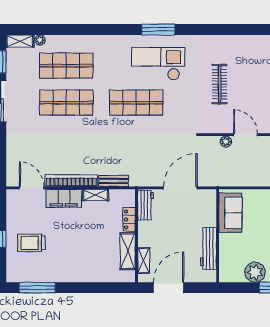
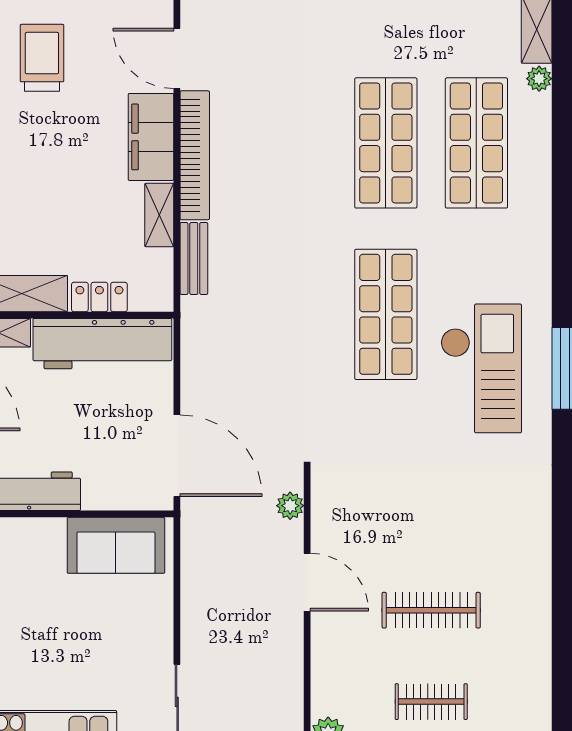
clothes rail: (220, 84) -> (431, 610), moved
door: (245, 135) -> (307, 582), hinge flipped
plant: (226, 142) -> (290, 506), moved
door: (32, 188) -> (177, 58), swing flipped
door: (180, 188) -> (177, 456), moved
workbench: (146, 205) -> (102, 344), width x1.88, depth x1.32

